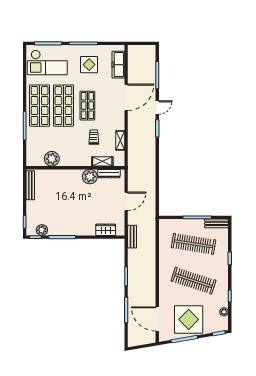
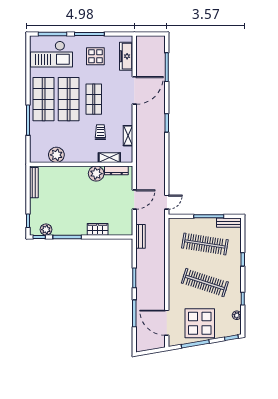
door: (157, 108) -> (167, 202), moved
wardrobe: (106, 230) -> (98, 229), moved

